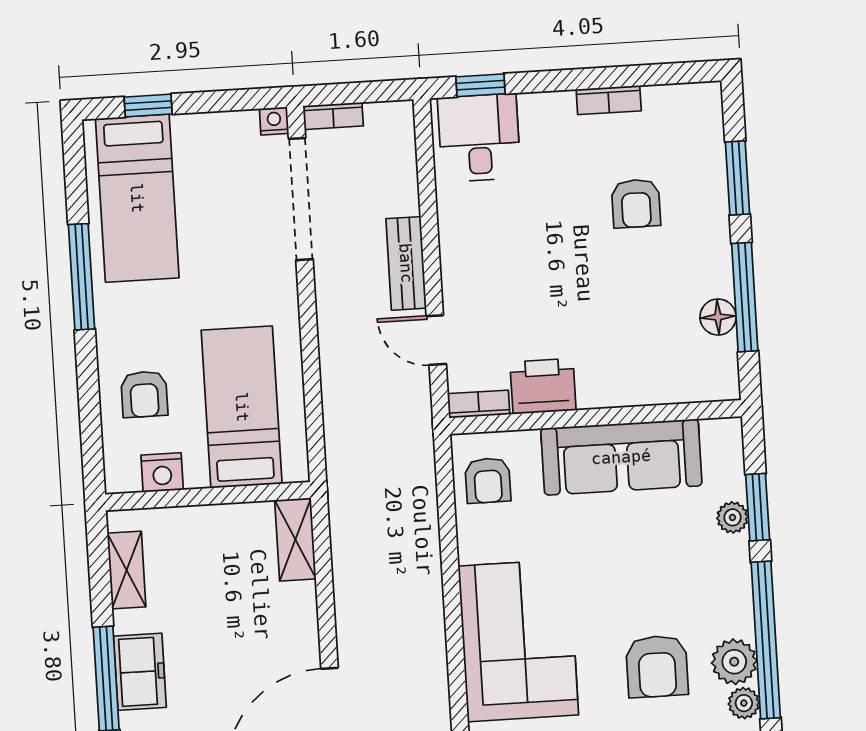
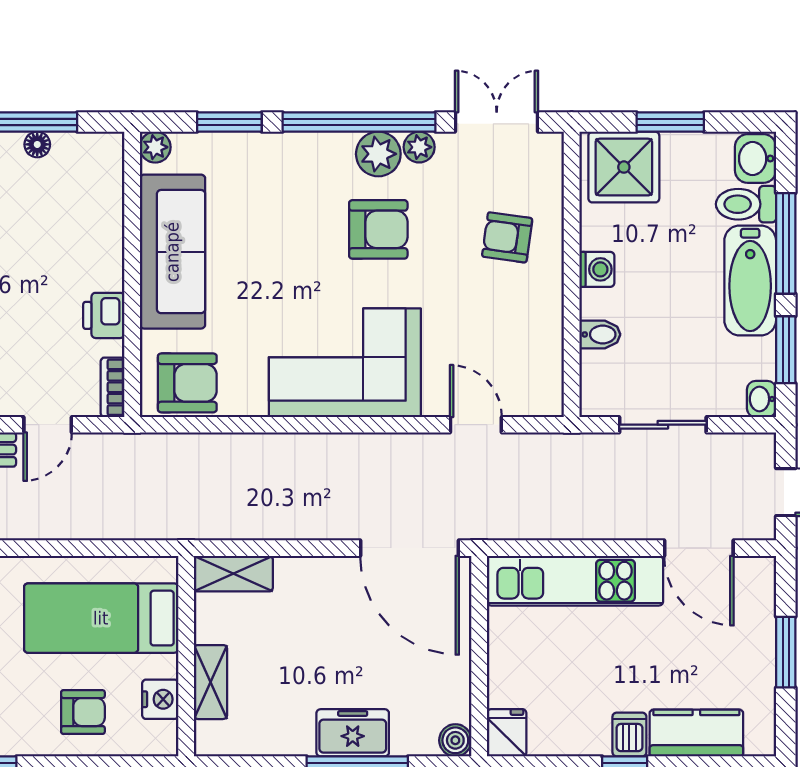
floor lamp: (718, 317) -> (37, 144), width x0.73, depth x0.73
printer: (543, 386) -> (104, 315), width x0.73, depth x0.81
armchair: (488, 480) -> (187, 383), width x1.38, depth x1.38
plant: (732, 517) -> (155, 147), moved
shelving: (127, 570) -> (210, 682), moved, turned 90

